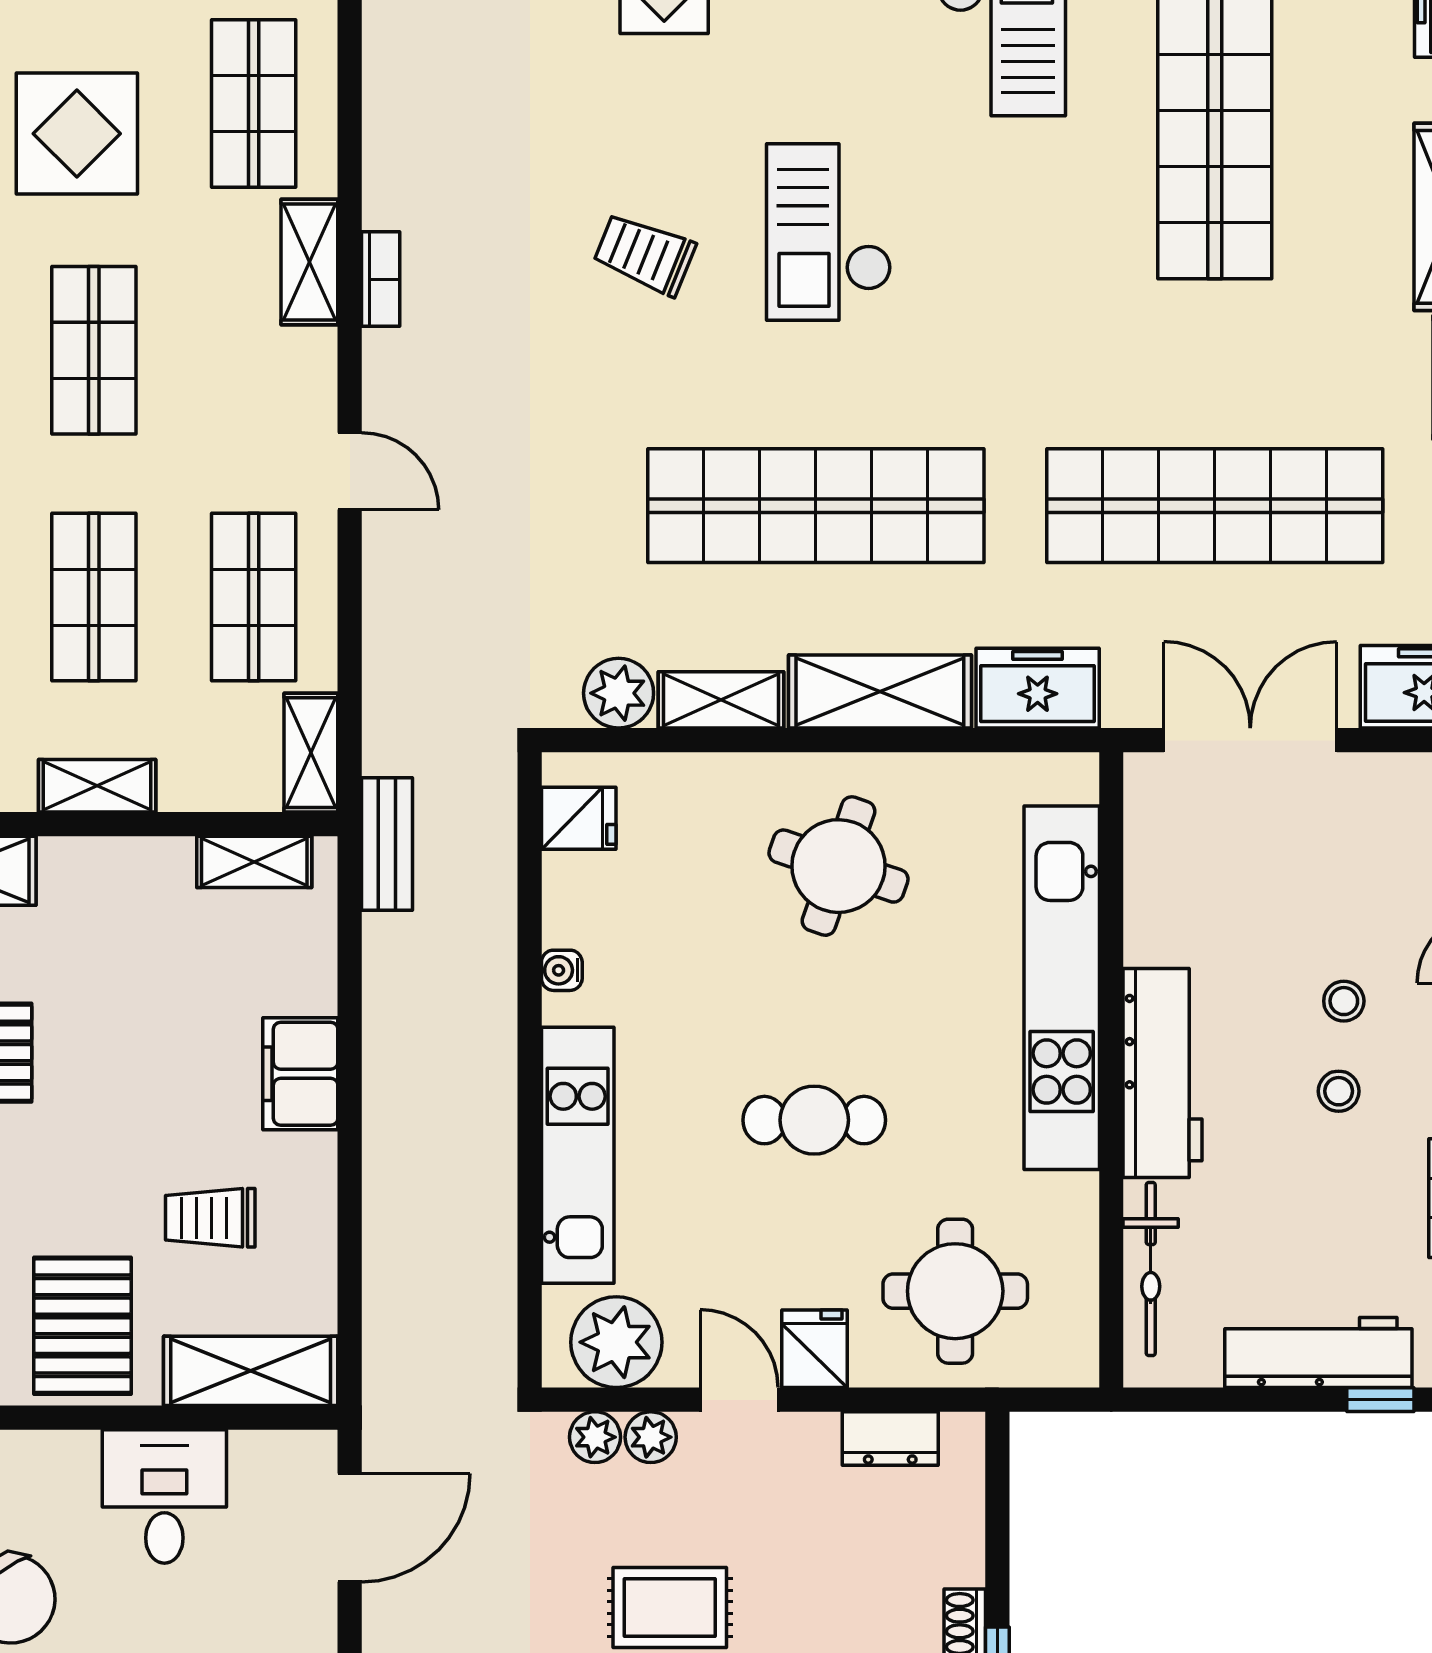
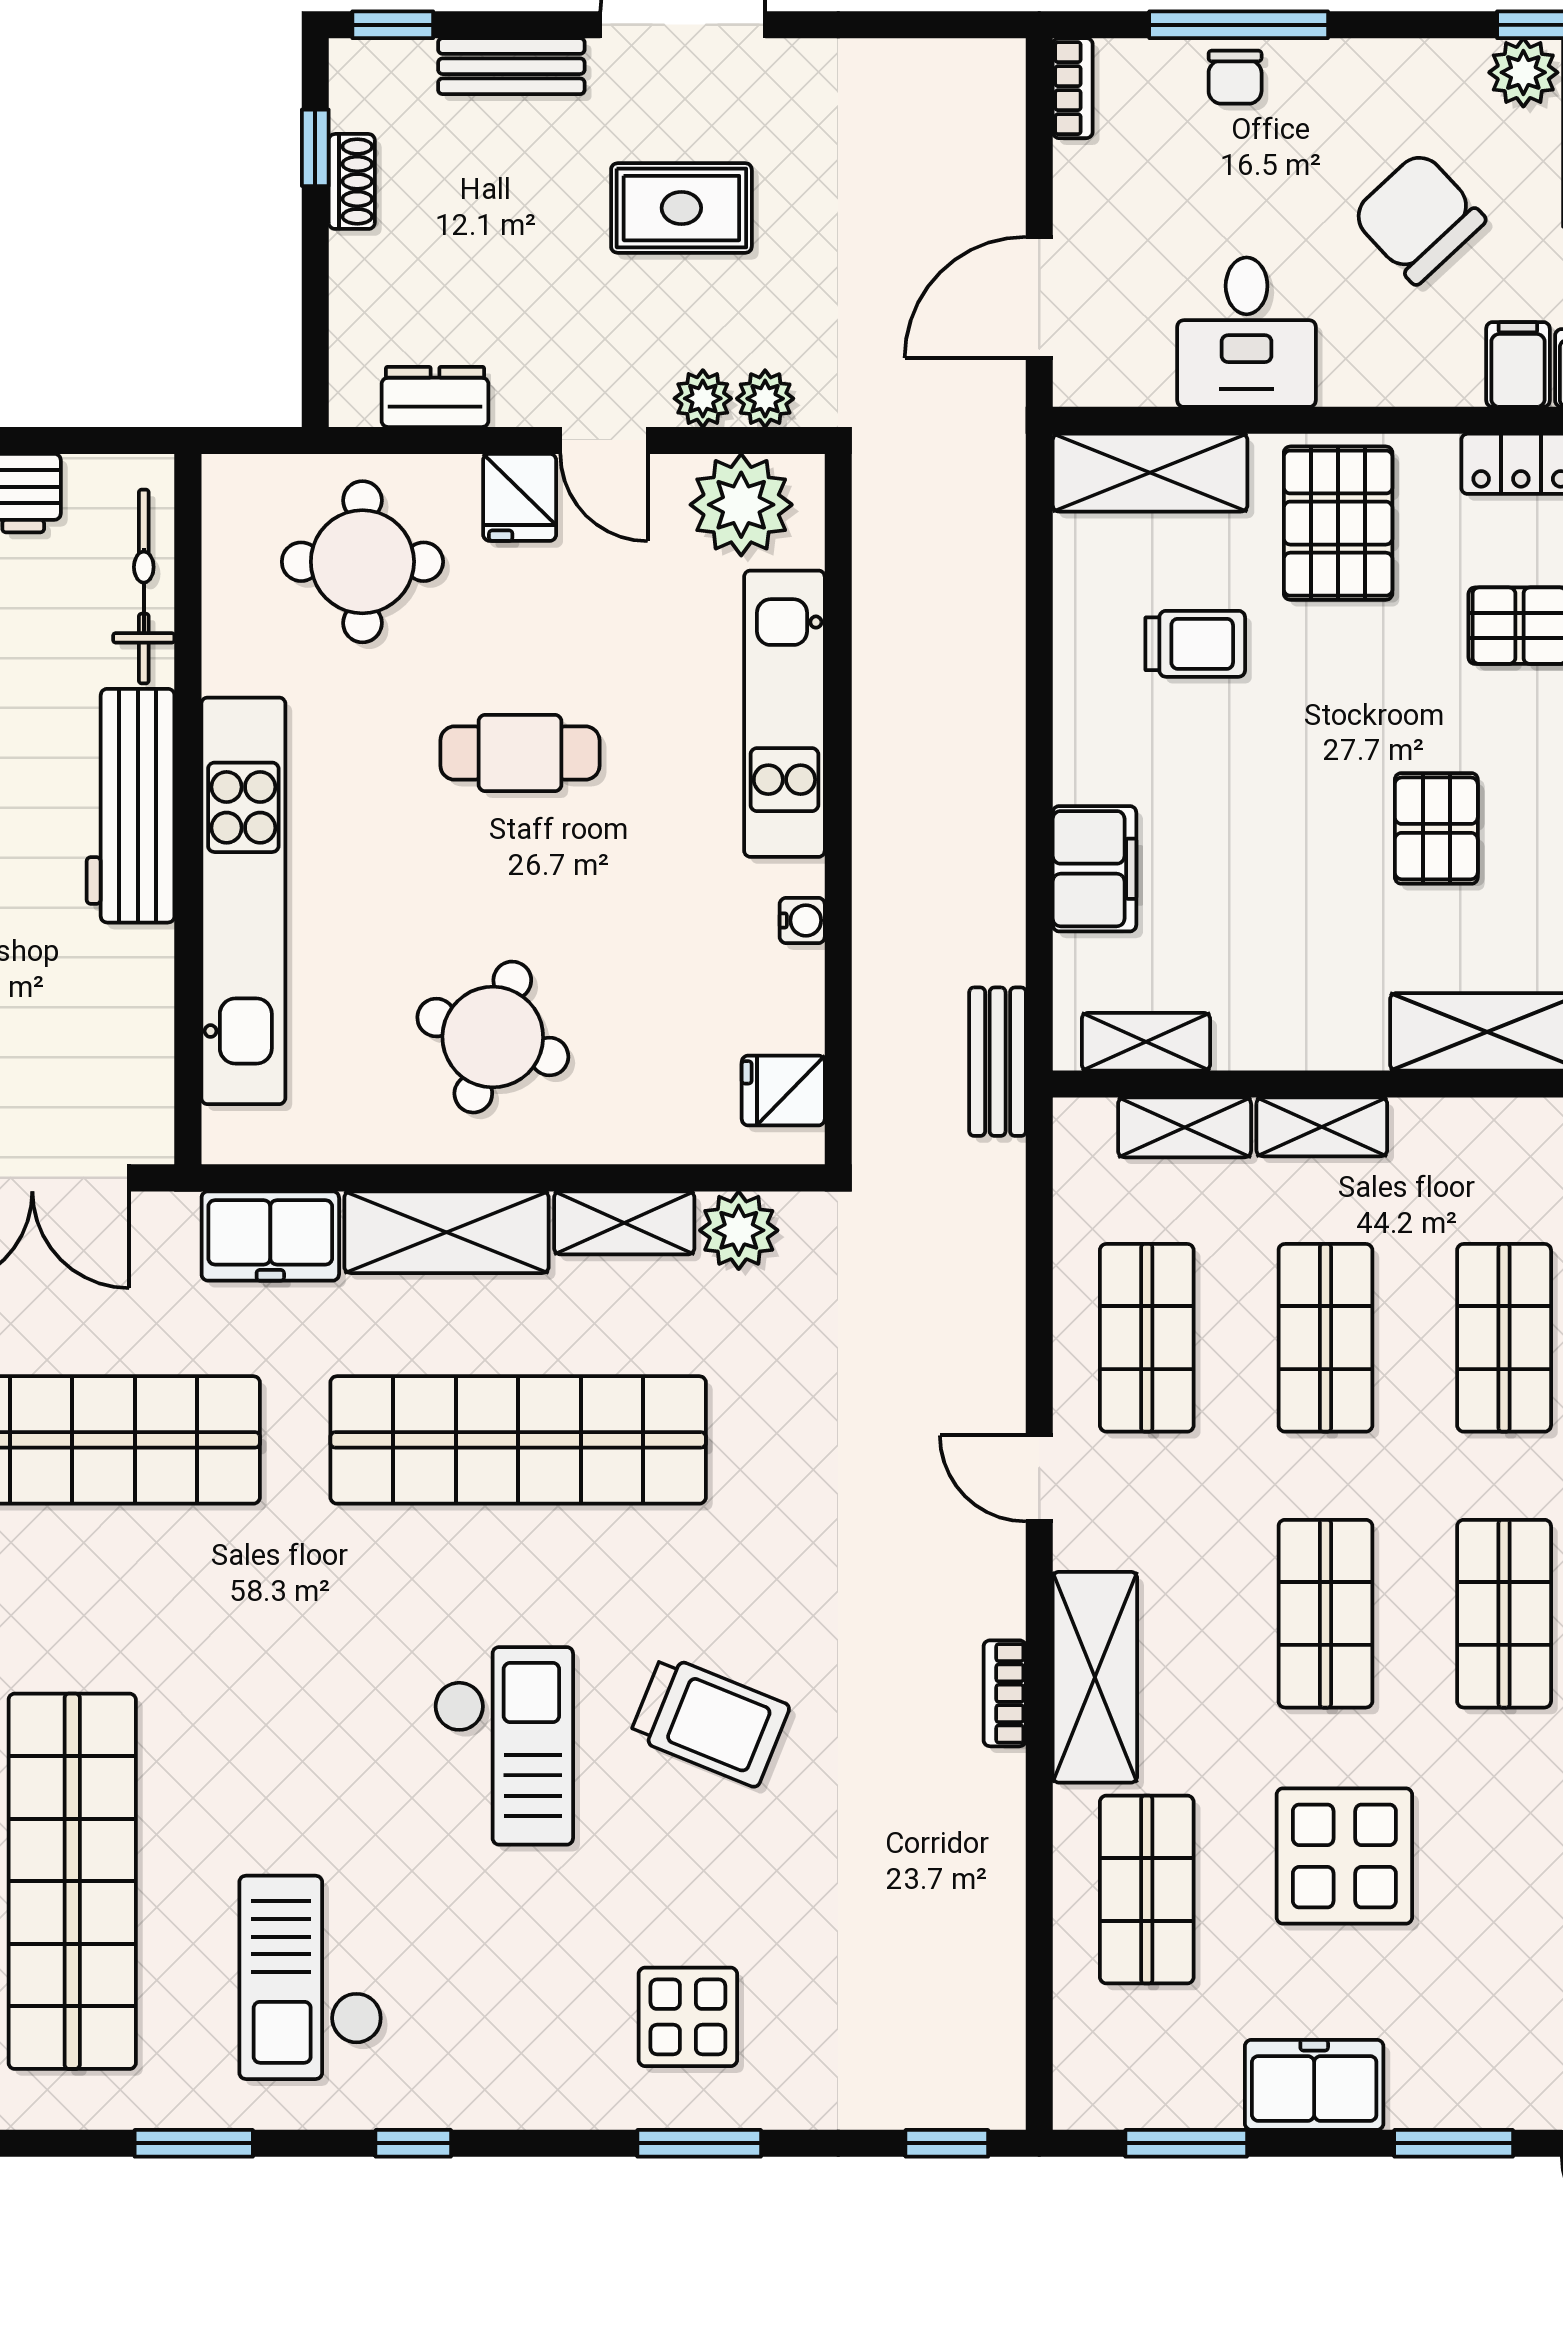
trolley: (644, 254) -> (710, 1721), width x1.36, depth x1.39
shelving: (309, 262) -> (1095, 1677), width x1.50, depth x1.33
shelving: (311, 753) -> (1185, 1127), moved, turned 90
filing cabinet: (300, 1074) -> (1094, 869), moved

